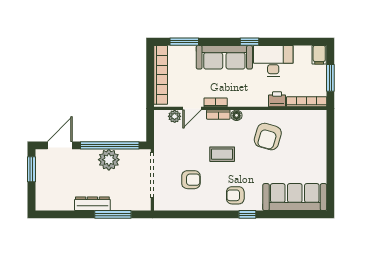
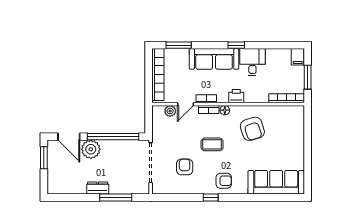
desk: (273, 61) -> (252, 62), width x0.73
printer: (277, 99) -> (236, 96), moved
armchair: (268, 137) -> (252, 129), turned -34
door: (60, 145) -> (69, 137), swing flipped
plant: (109, 160) -> (91, 149), moved
armchair: (191, 180) -> (185, 167), turned -90
armchair: (235, 195) -> (224, 181), turned 180
dresser: (92, 204) -> (98, 188), width x0.70
window: (247, 214) -> (211, 198), moved

